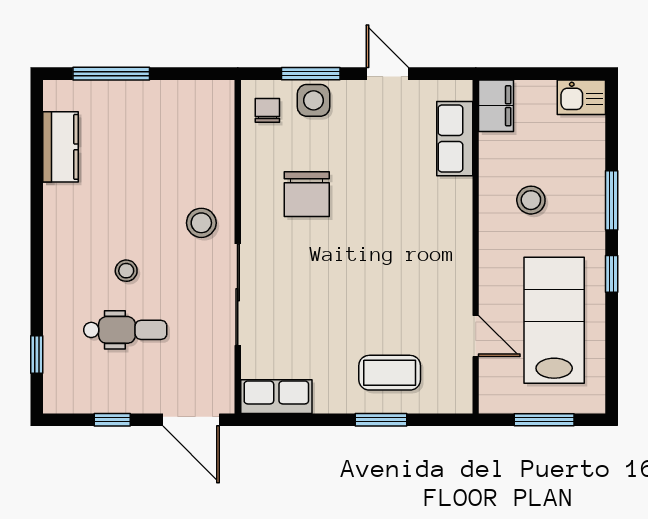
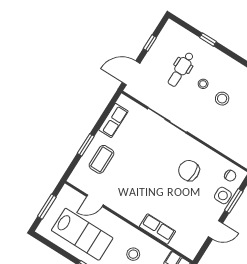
row of seats: (455, 139) -> (157, 229), moved
stool: (201, 223) -> (222, 99), moved
window: (37, 354) -> (208, 40), moved
row of seats: (276, 397) -> (113, 120), moved

